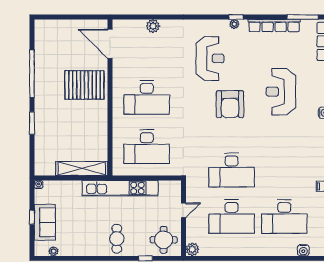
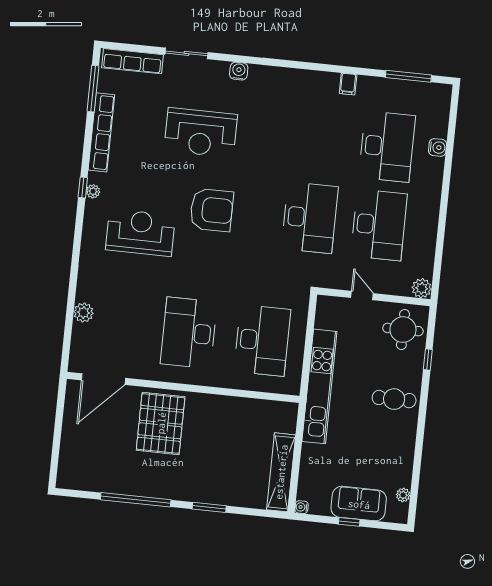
desk: (147, 97) -> (189, 333), turned 180
shelving: (82, 168) -> (281, 472), moved
water cooler: (303, 250) -> (438, 147), moved

